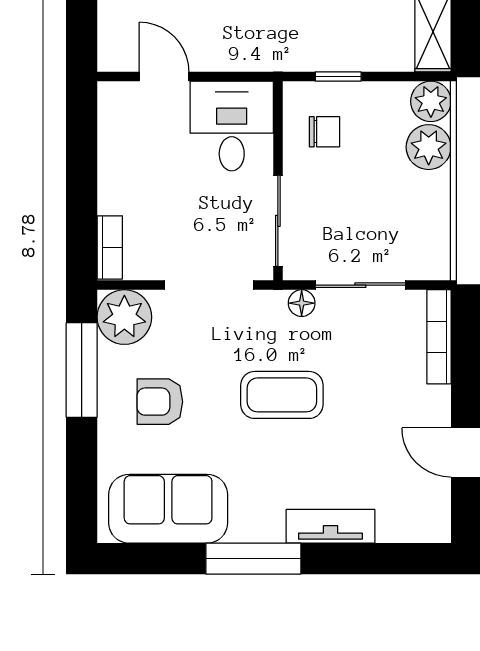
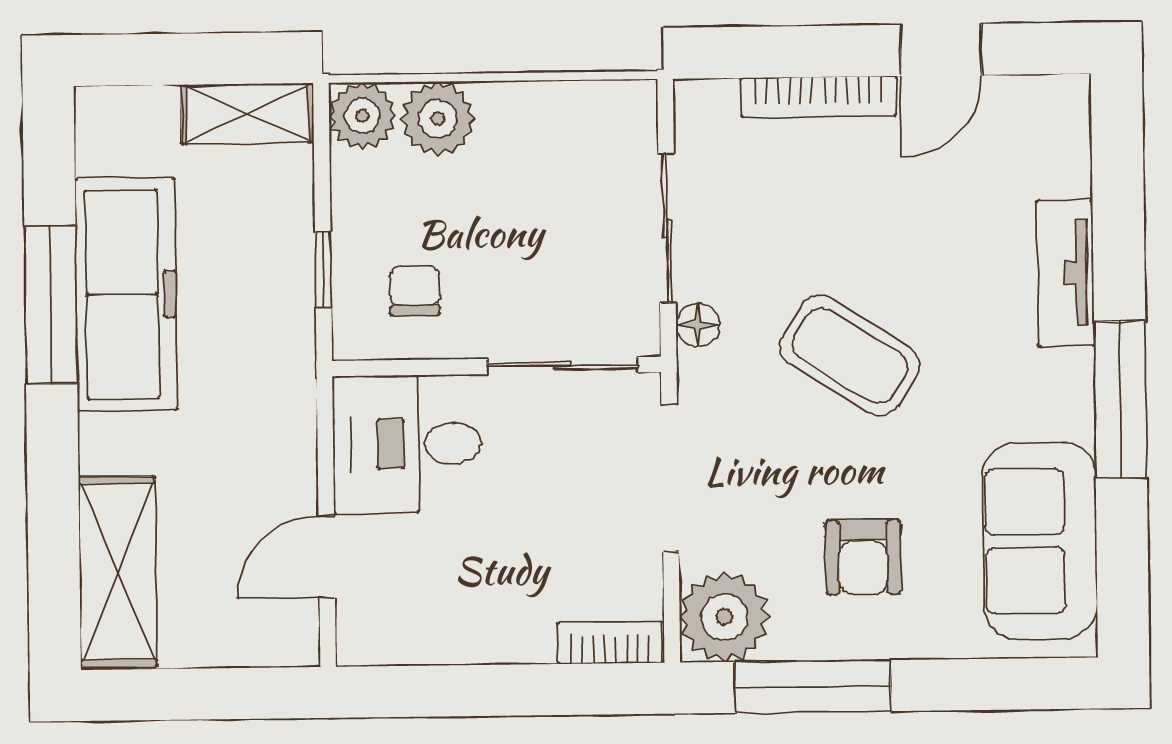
bookcase: (439, 337) -> (819, 97), moved
coffee table: (282, 395) -> (850, 356), turned -58

